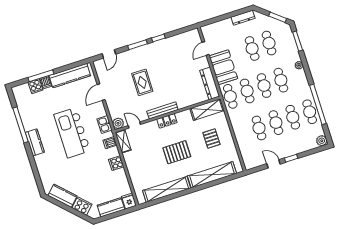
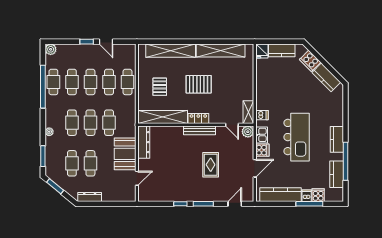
cafe table: (230, 96) -> (127, 82), moved
shelving: (207, 109) -> (163, 117), width x1.47
kitchen counter: (25, 111) -> (337, 174), added
cooker: (116, 163) -> (262, 150), moved

